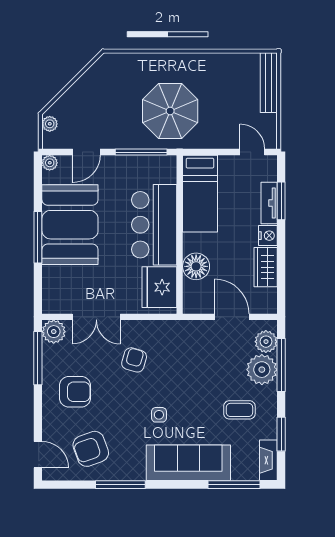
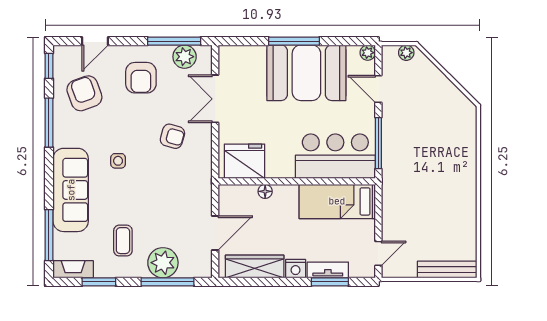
parasol: (170, 111) -> (419, 172), removed
bar counter: (154, 225) -> (335, 156), moved
floor lamp: (196, 266) -> (265, 191), width x0.53, depth x0.53
wardrobe: (266, 267) -> (255, 267), width x1.50
plant: (54, 332) -> (185, 57), moved
plant: (266, 342) -> (191, 267), removed
door: (38, 455) -> (95, 41), moved
window: (63, 485) -> (49, 66), added

